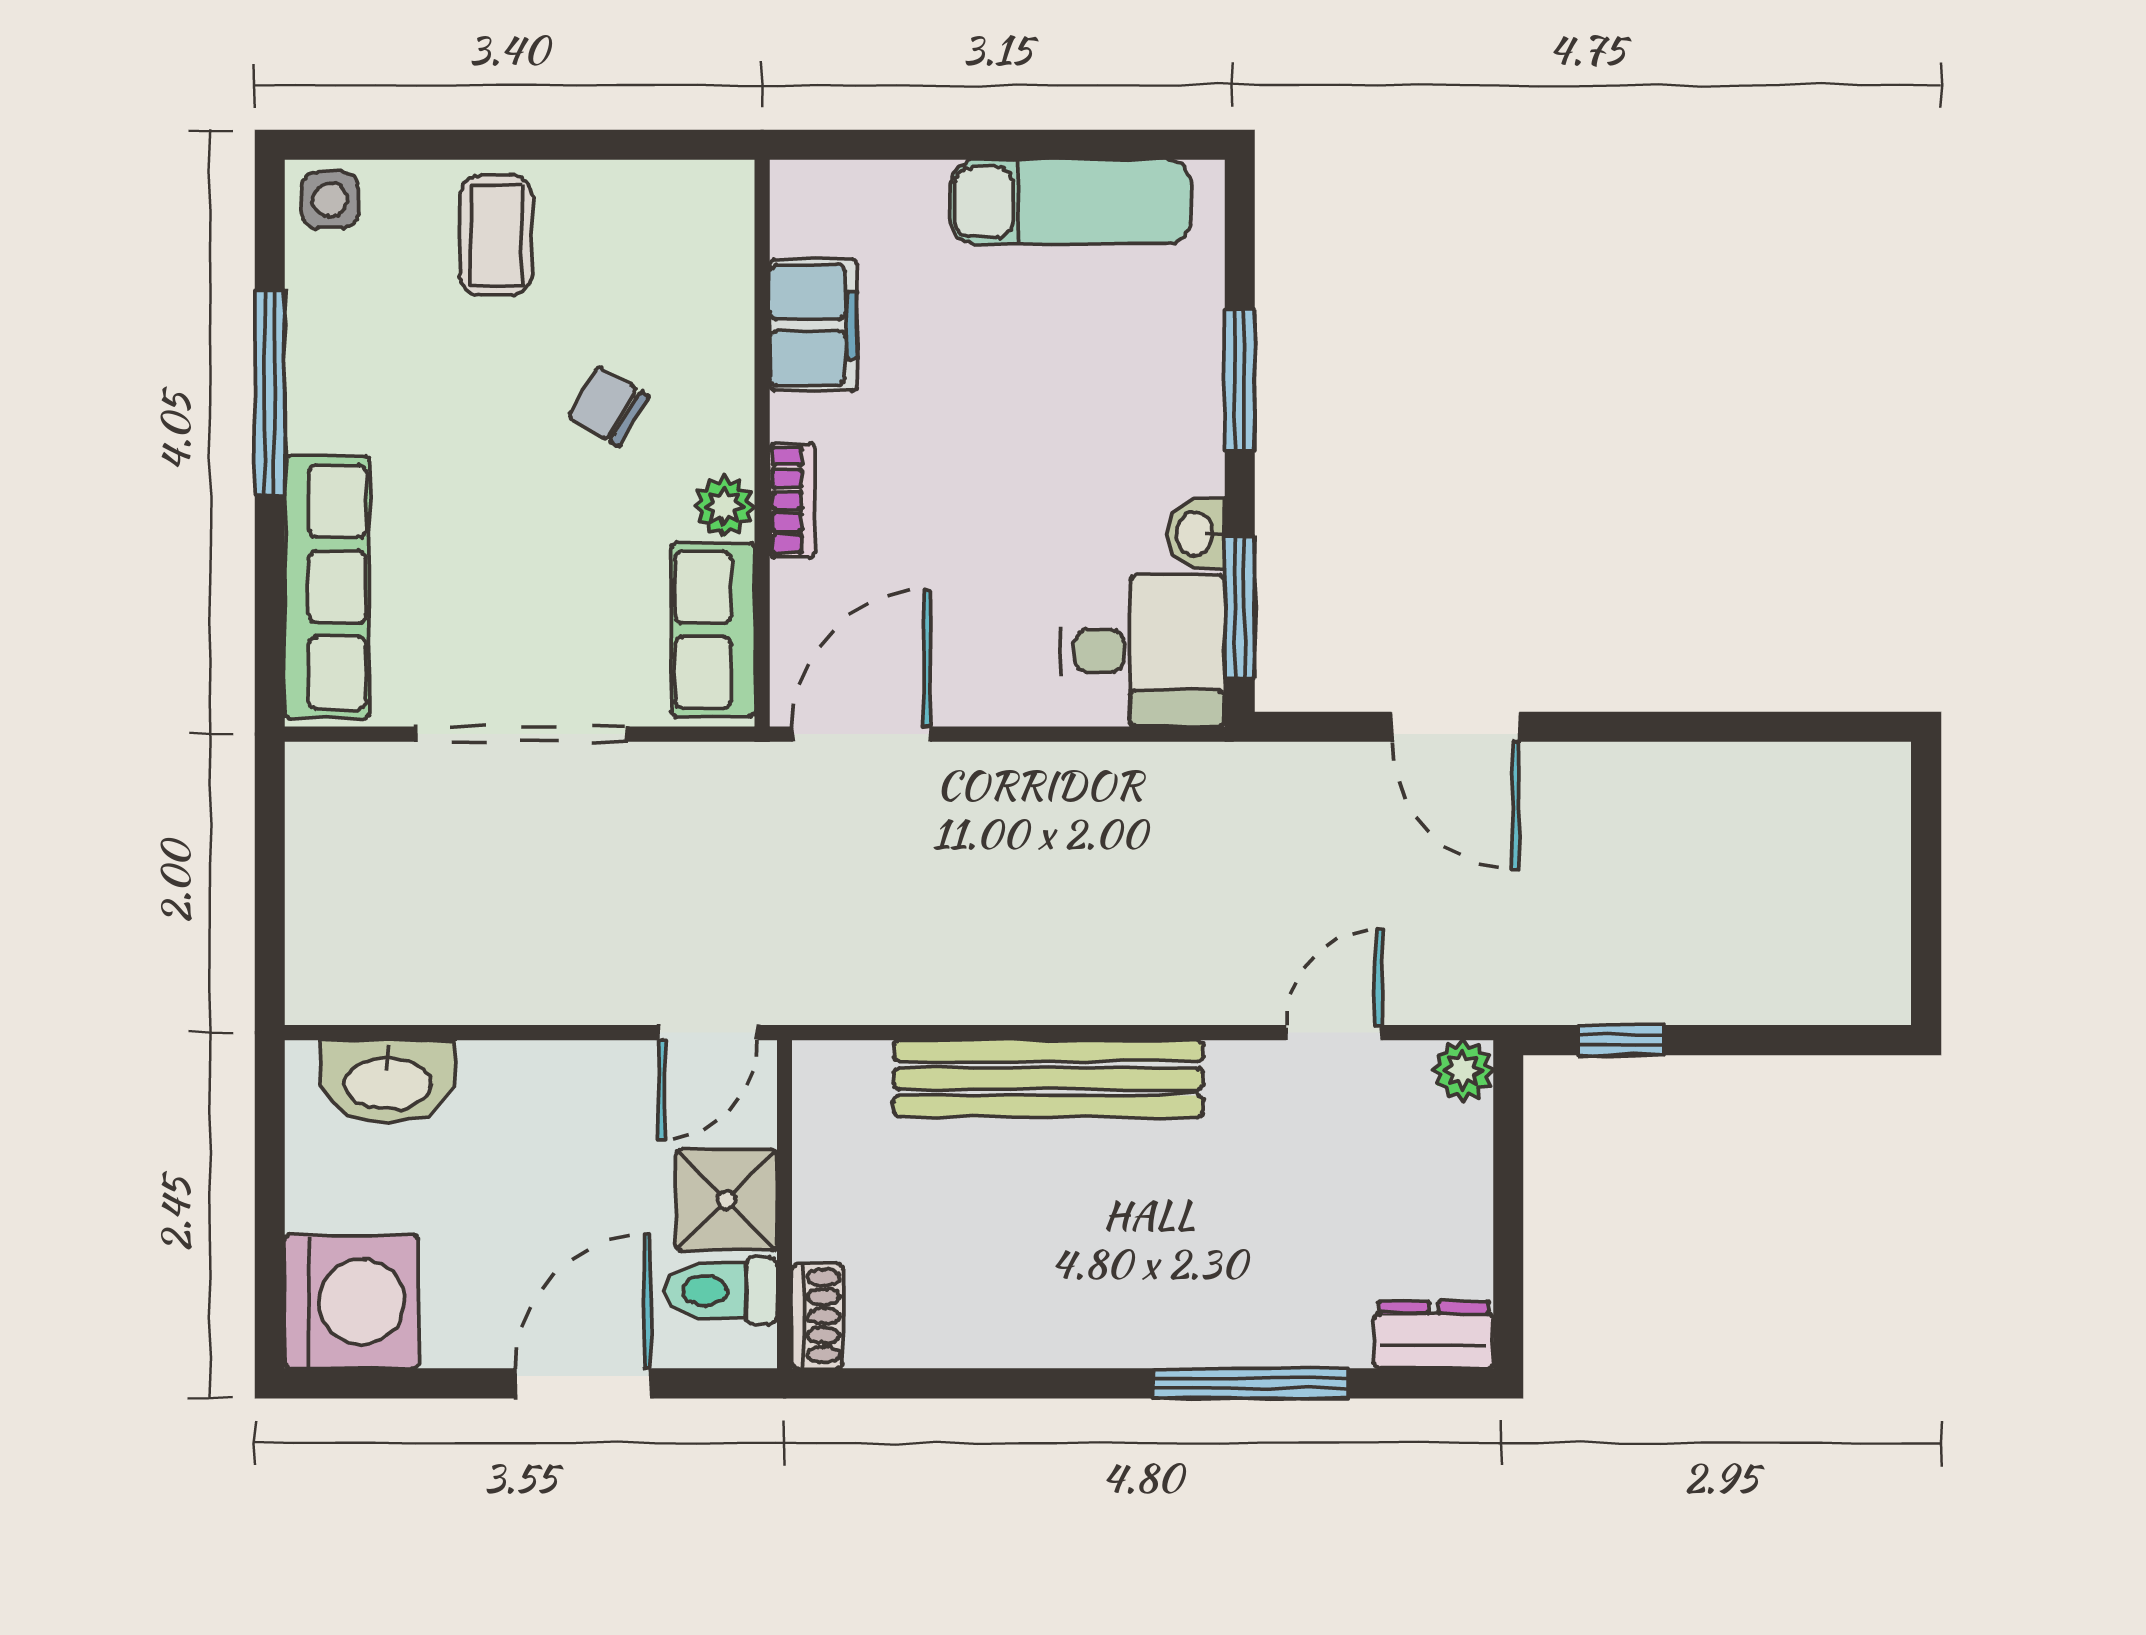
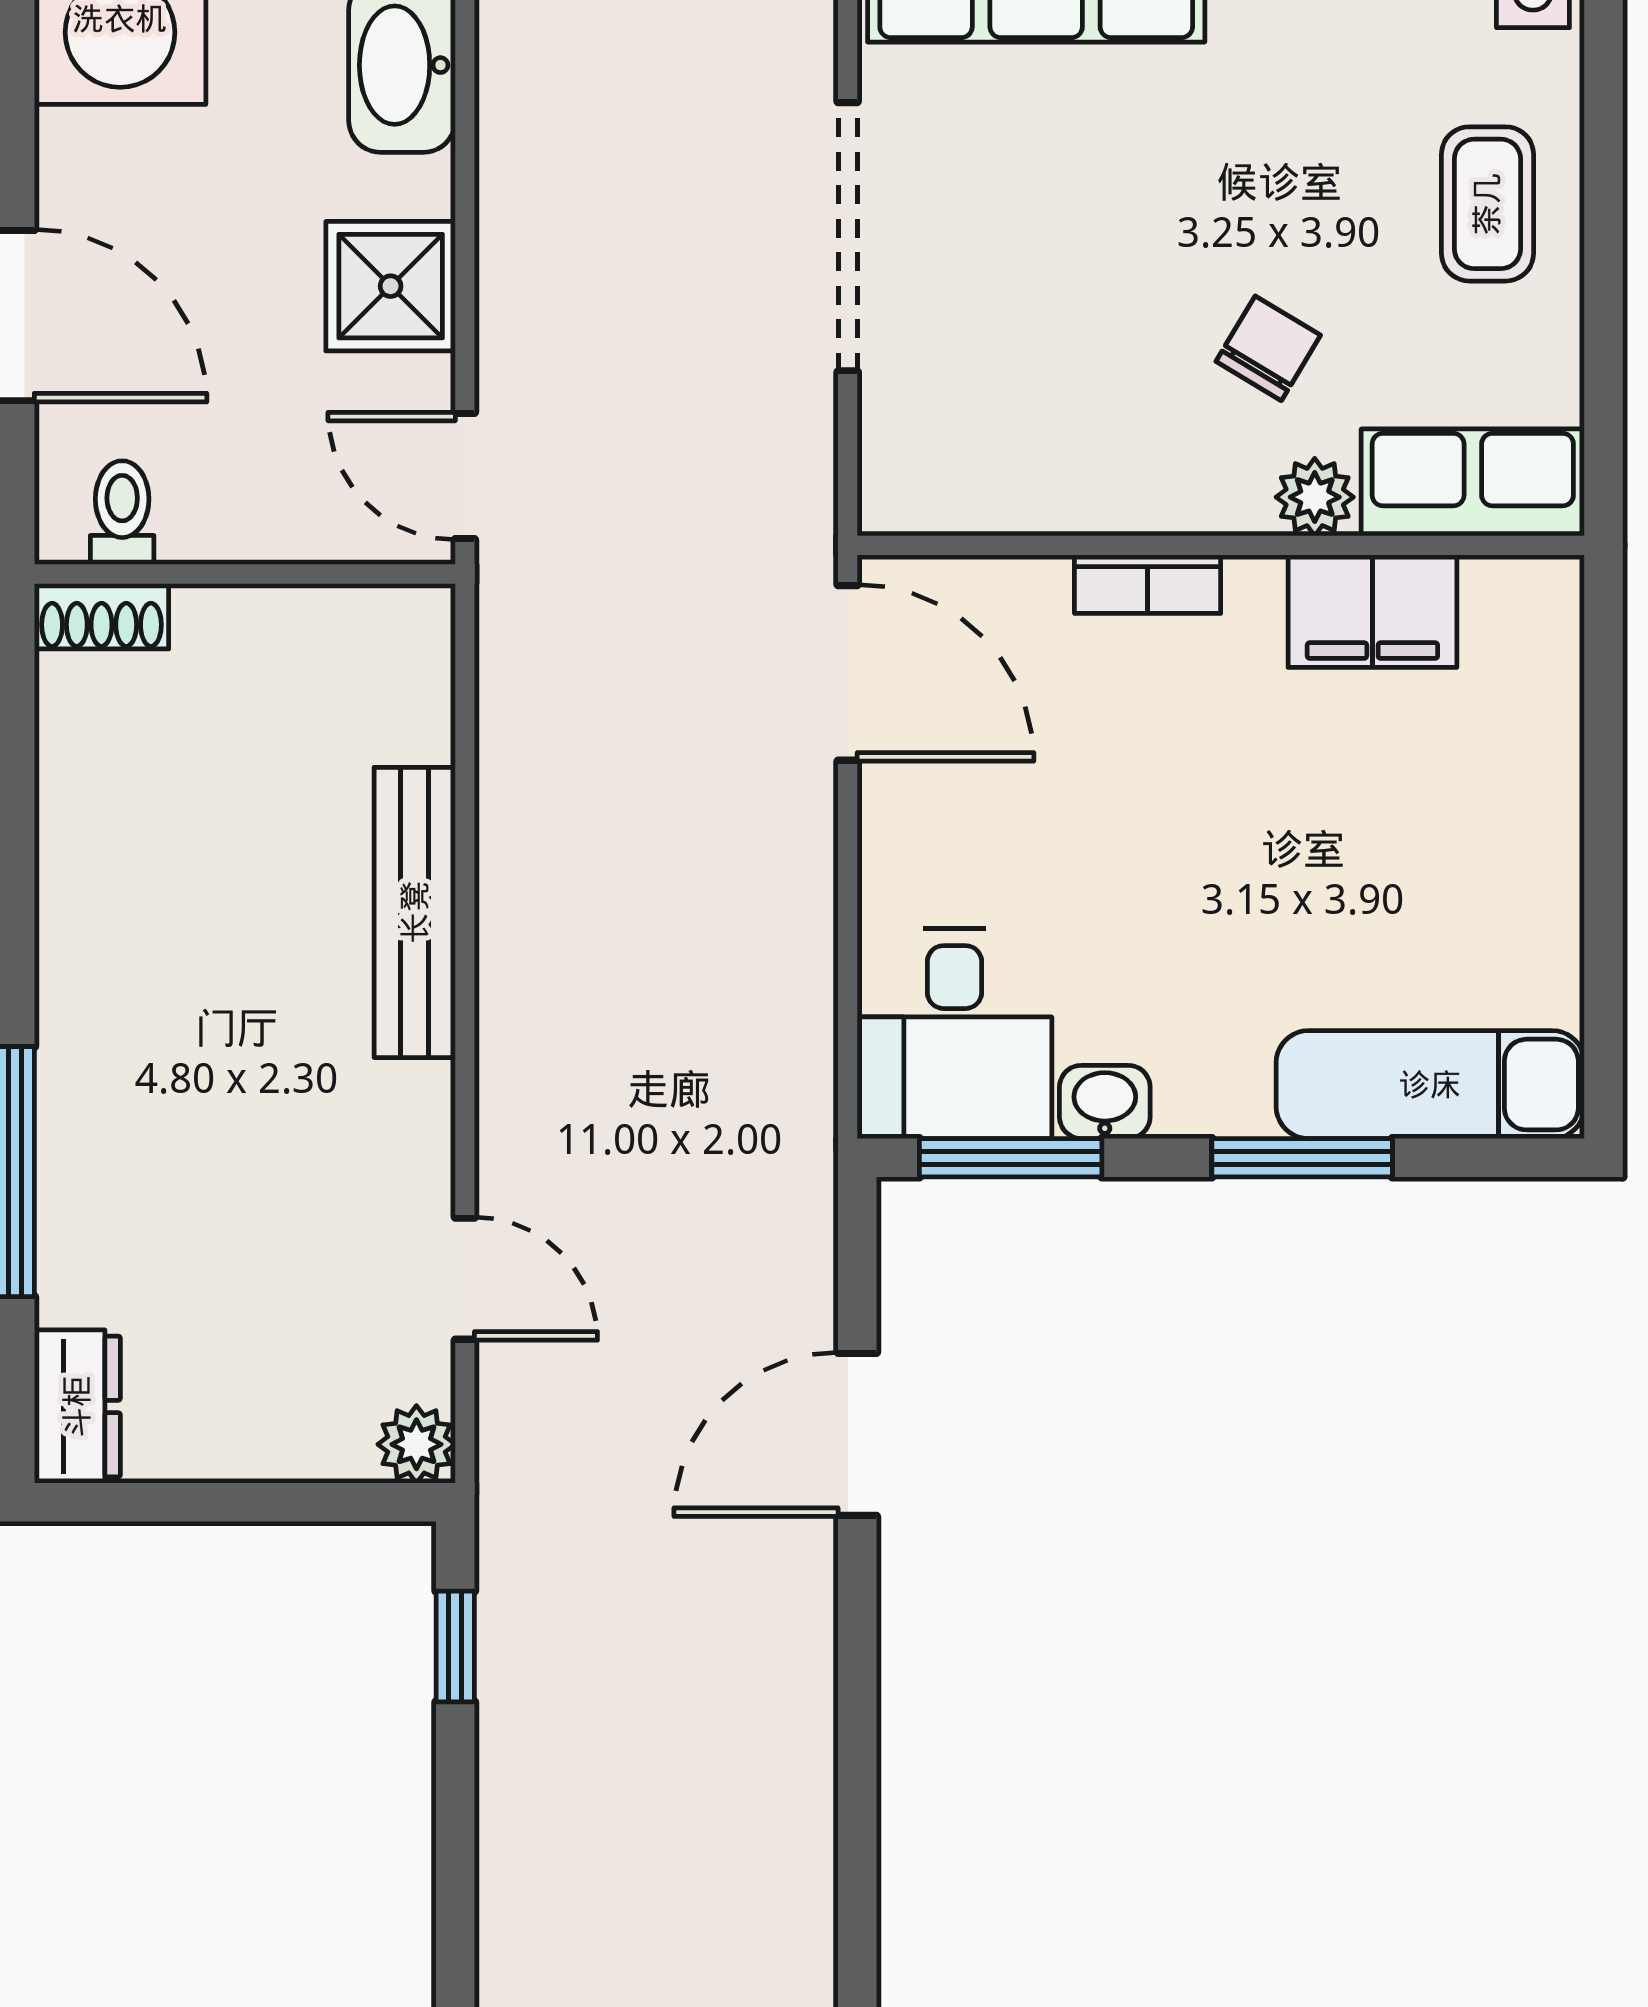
exam couch: (1071, 202) -> (1430, 1085), moved, turned 90
coffee table: (496, 235) -> (1487, 204), turned 90
plant: (724, 507) -> (1315, 497), moved
row of seats: (713, 630) -> (1473, 482), moved
bench: (1048, 1079) -> (415, 912), width x0.73, depth x0.82
shower: (727, 1200) -> (391, 286), moved
toilet: (721, 1291) -> (122, 513), width x0.73, depth x0.72

